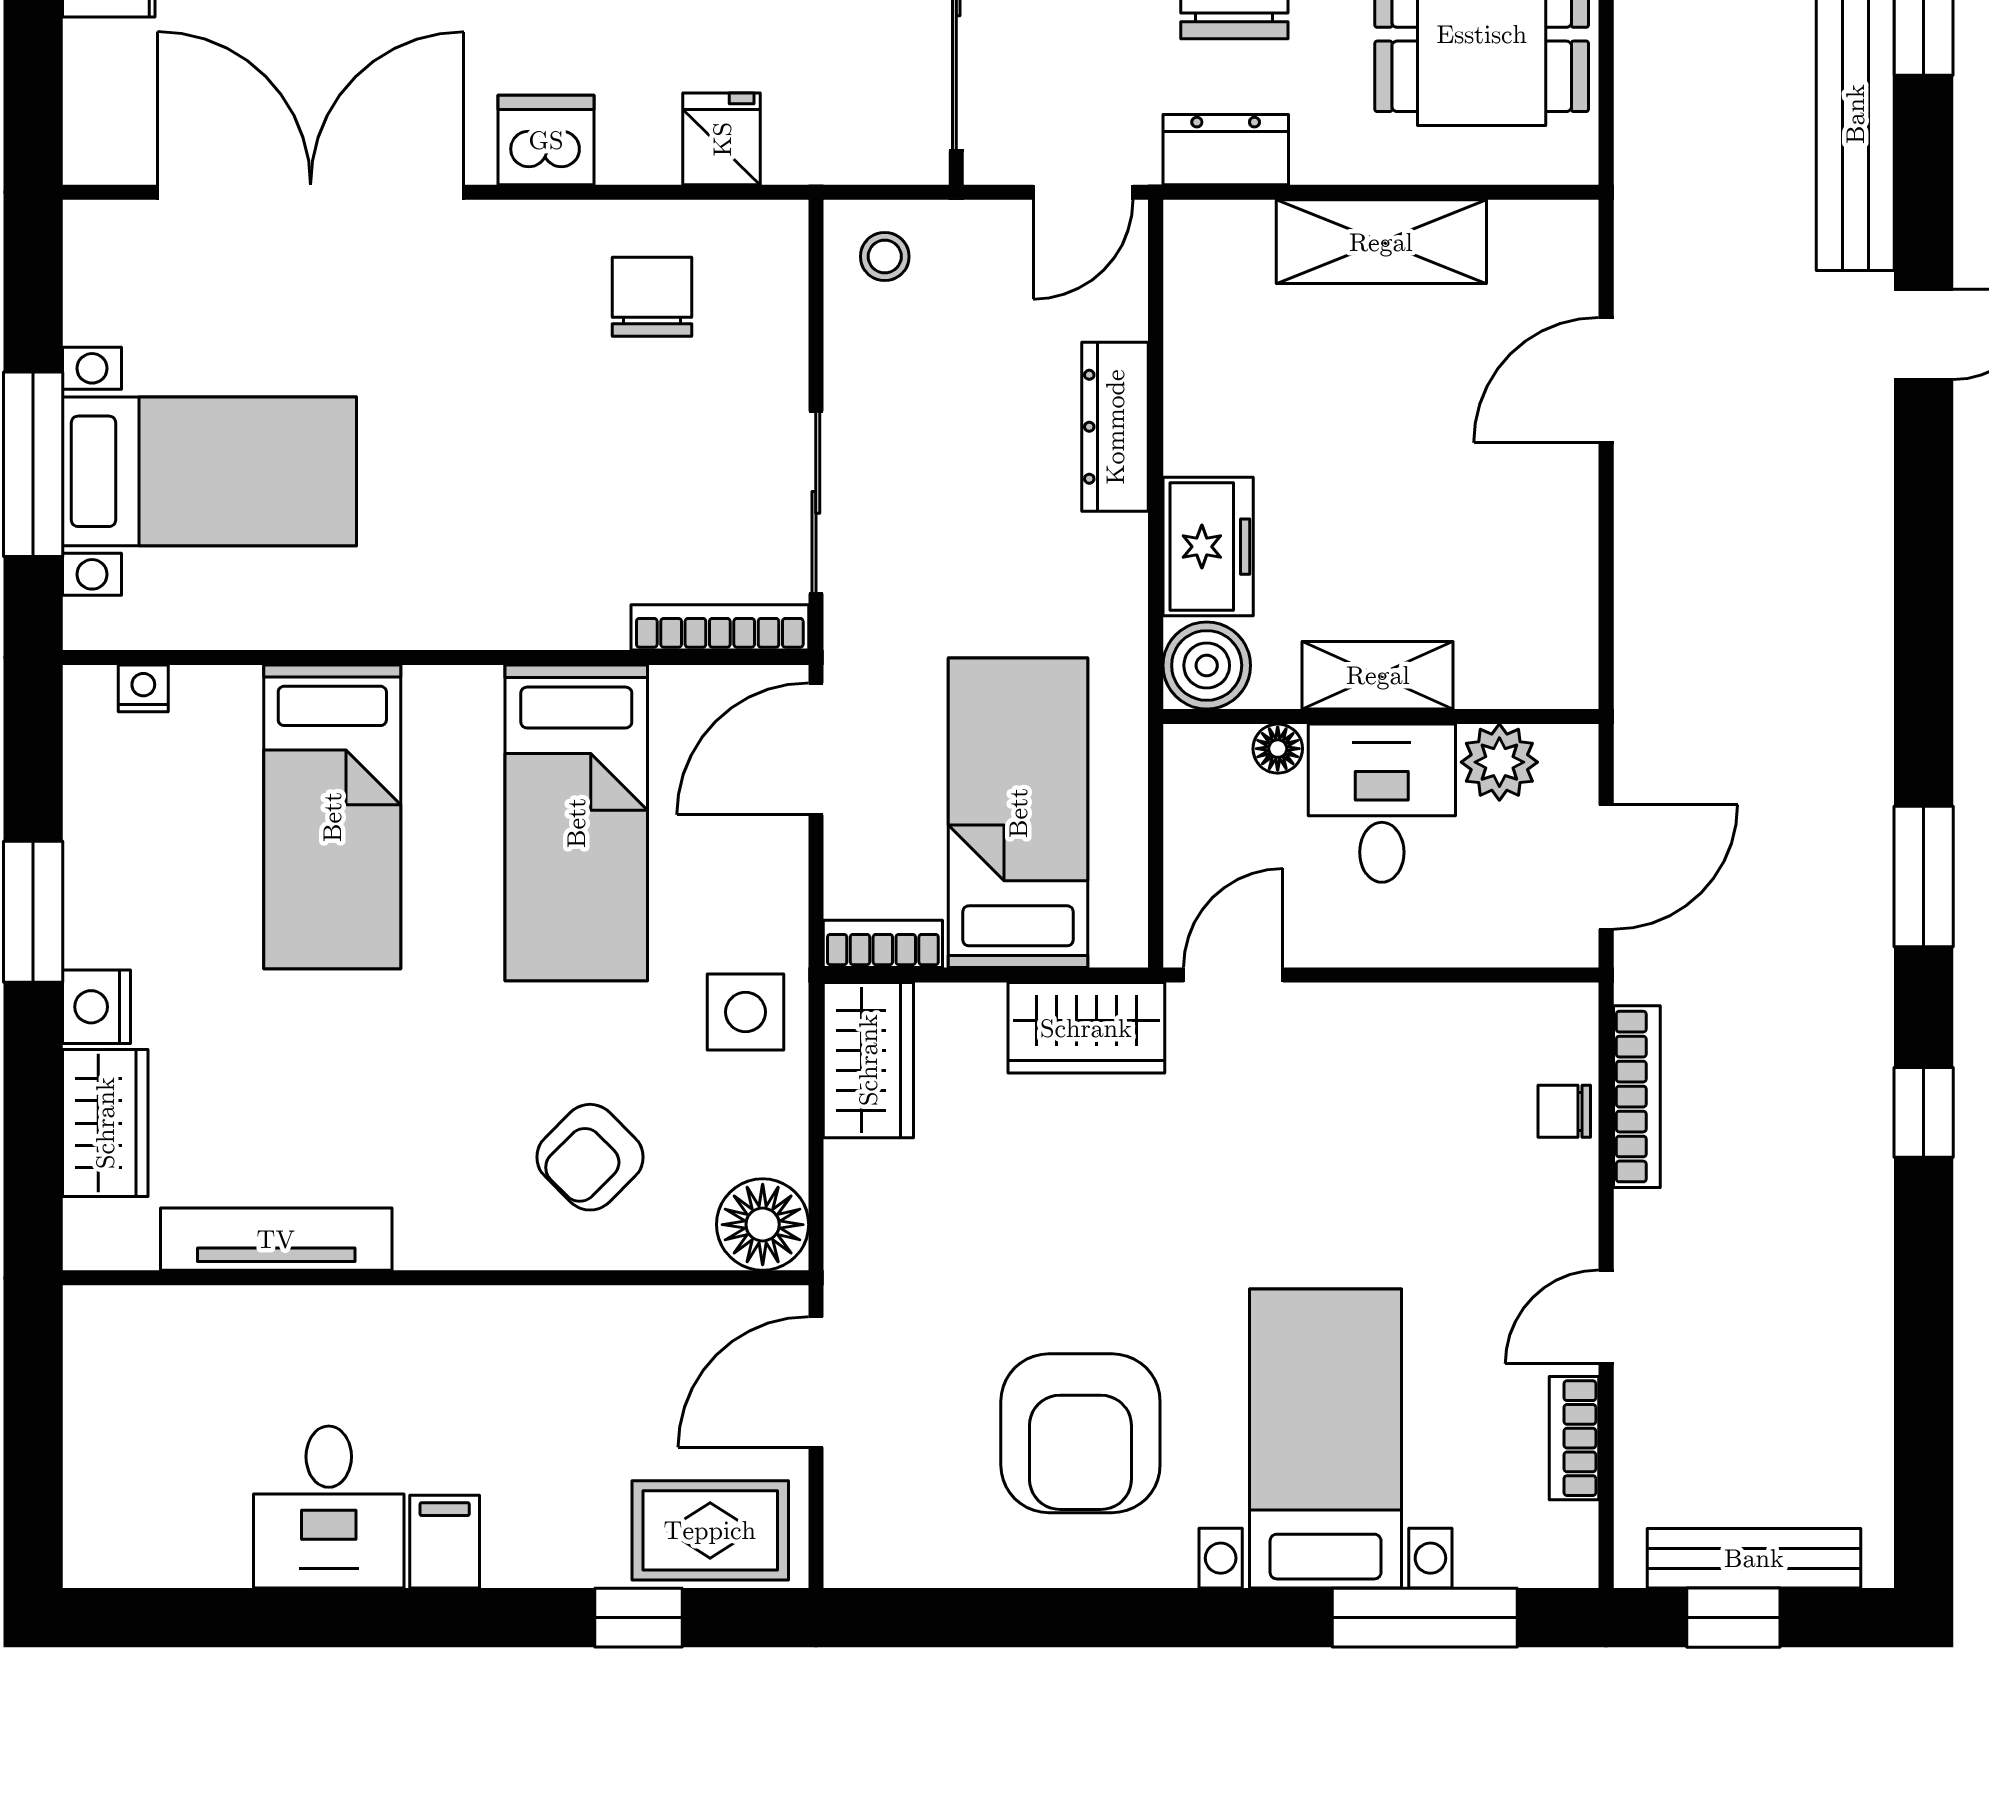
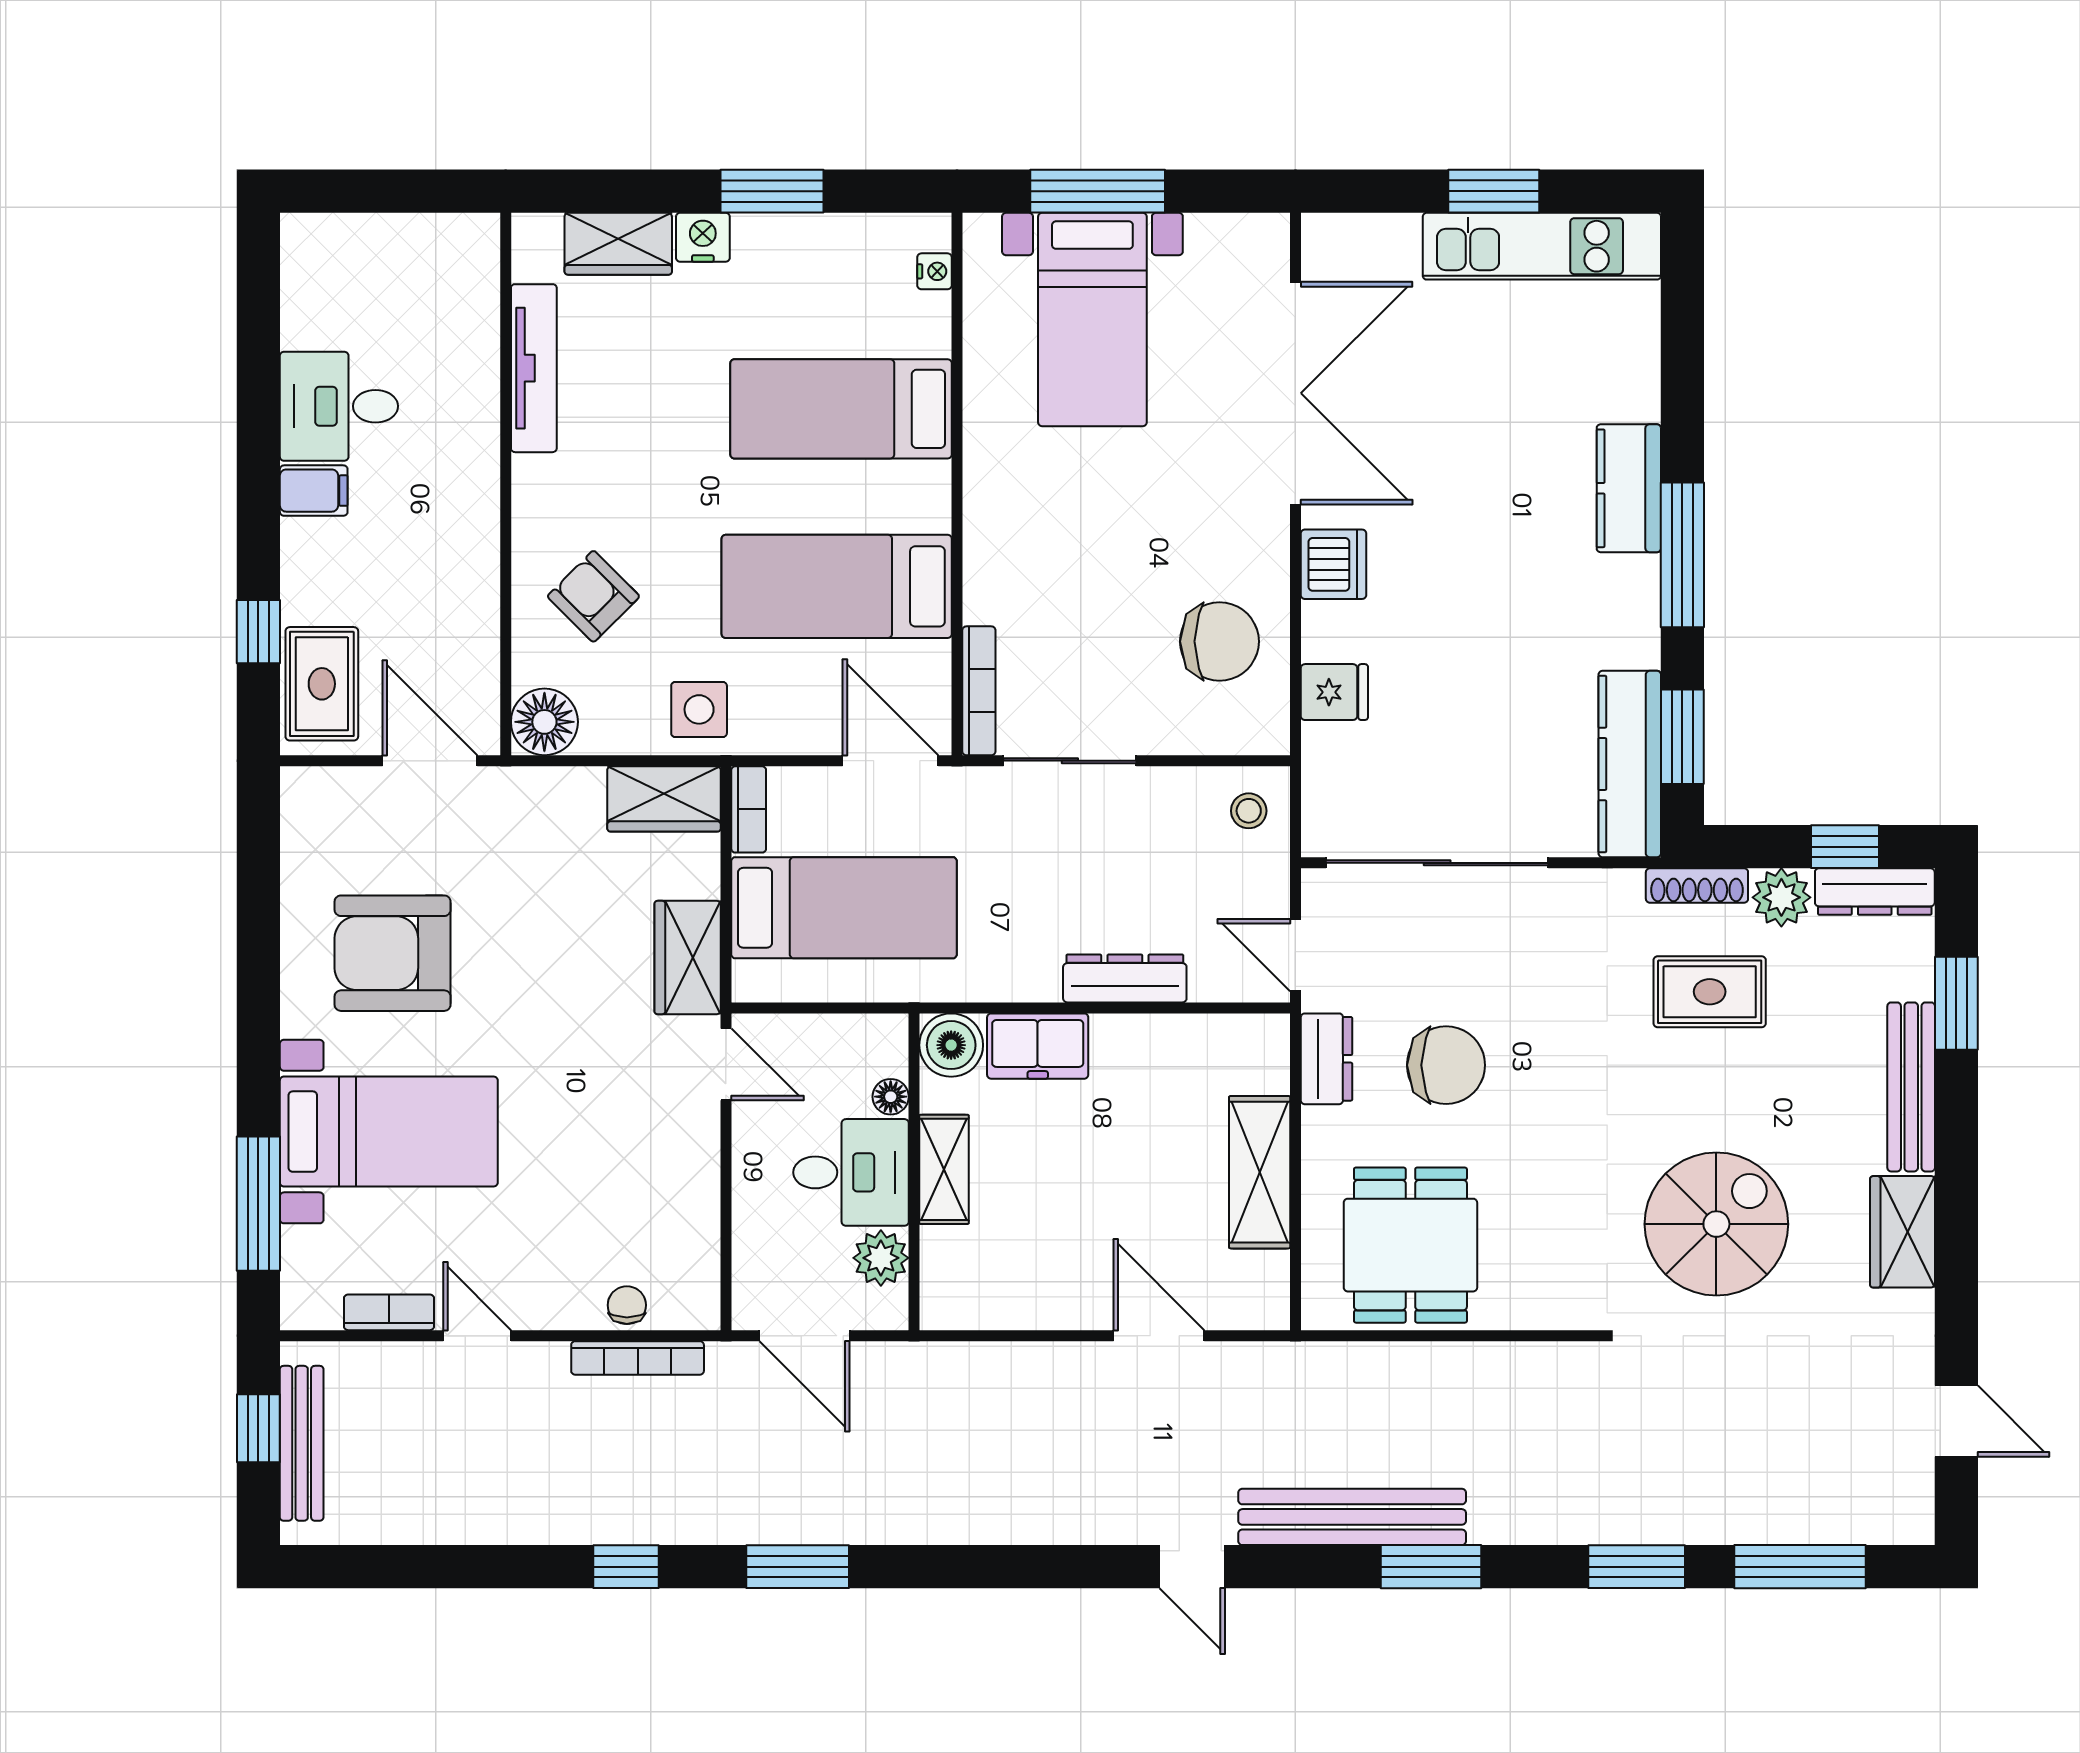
chair: (652, 297) -> (1219, 641), width x1.37, depth x1.37

